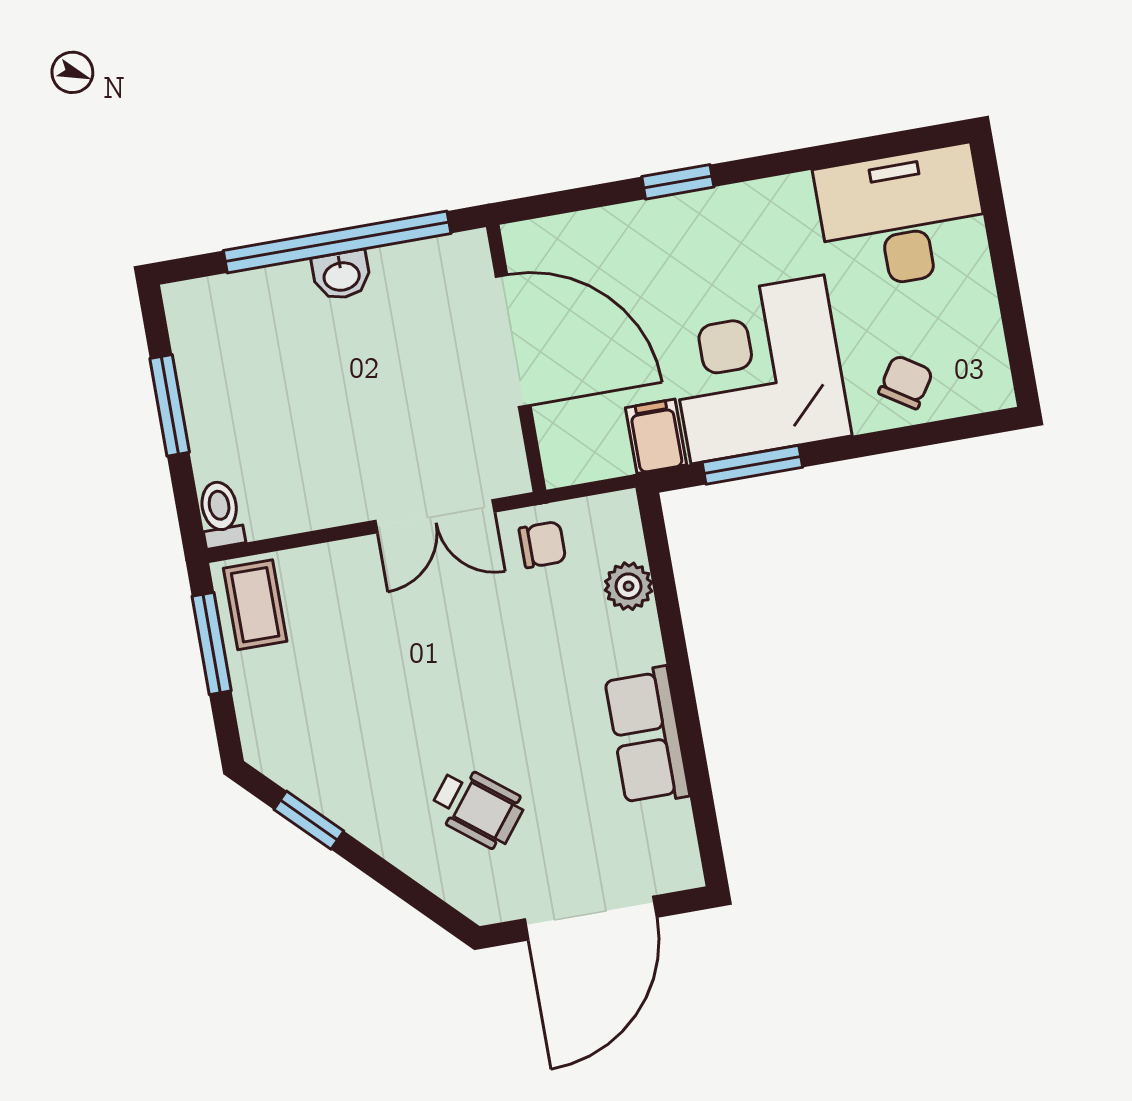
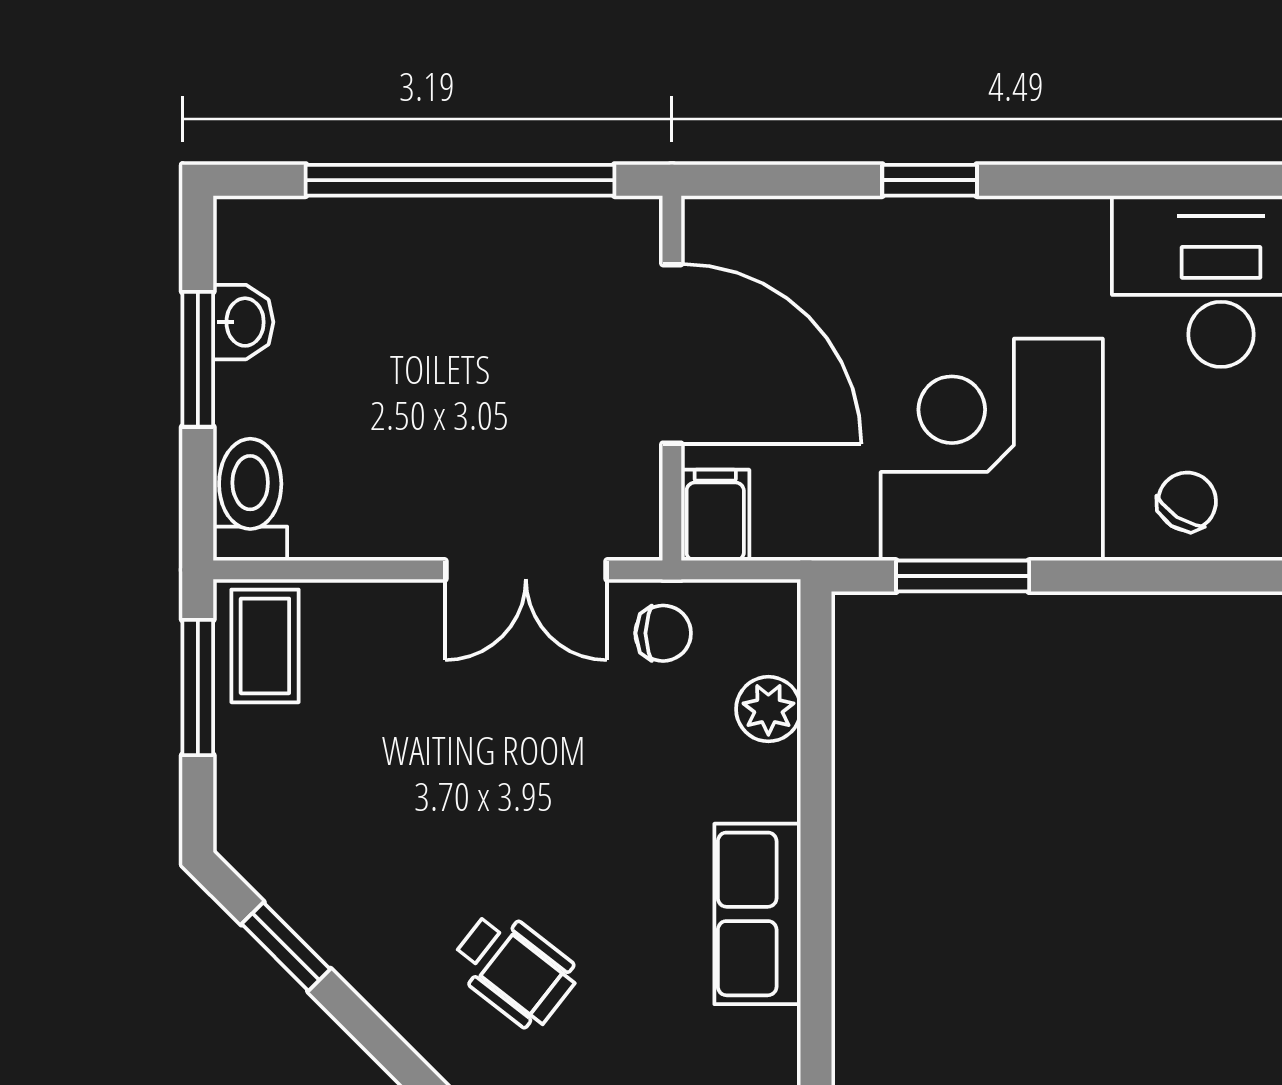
washbasin: (341, 275) -> (243, 322), moved, turned -90
filing cabinet: (656, 436) -> (715, 515), moved
toilet: (221, 514) -> (250, 500), width x1.37, depth x1.39

